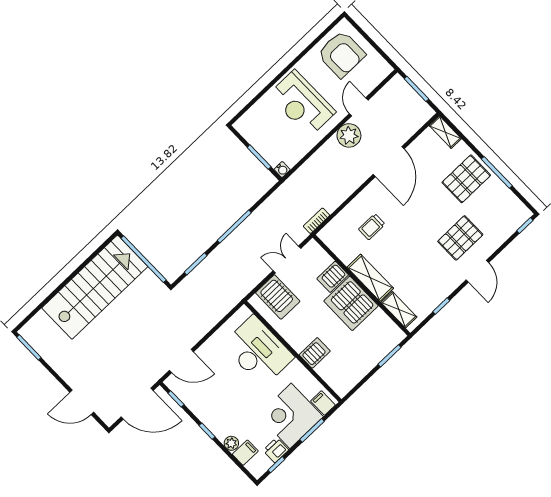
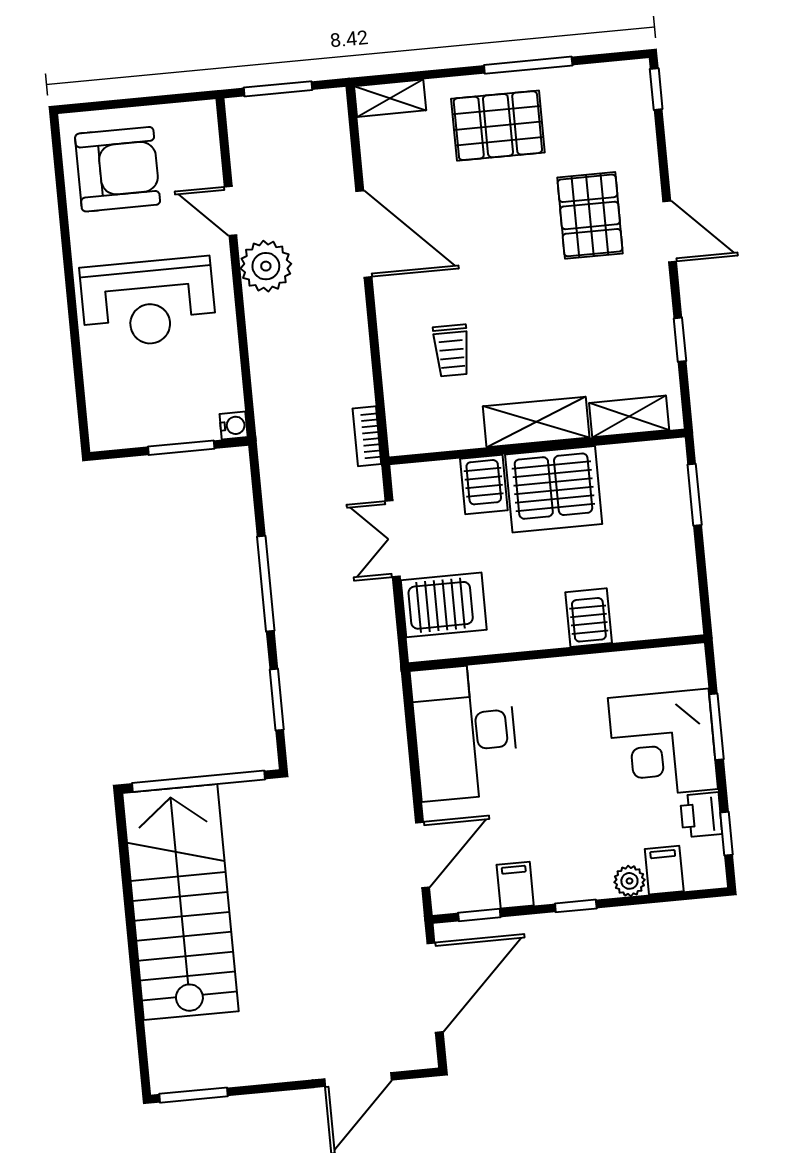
pallet: (466, 179) -> (498, 126), turned 90
desk: (258, 351) -> (465, 732), moved, turned -90
filing cabinet: (323, 403) -> (515, 885), moved, turned 90

